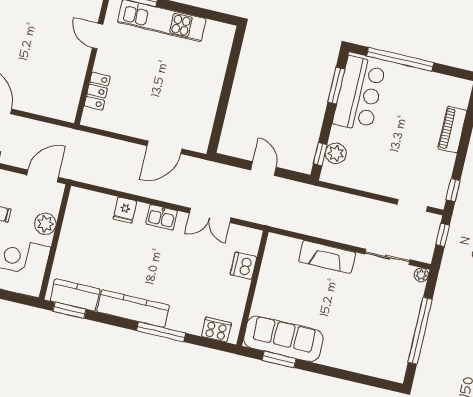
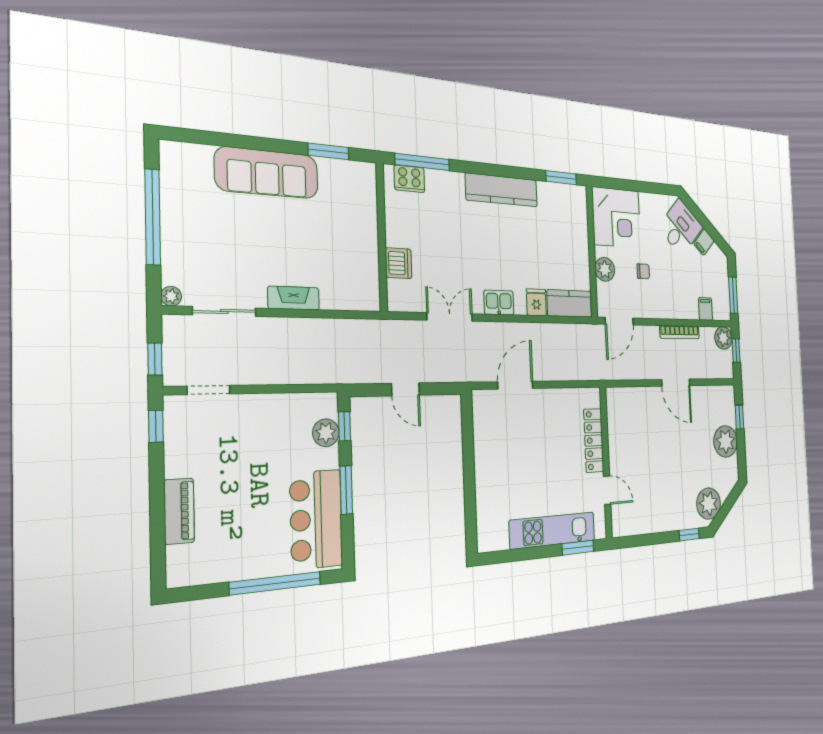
window: (336, 86) -> (346, 490), moved
locker: (97, 91) -> (594, 440), width x1.53
fireplace: (327, 257) -> (294, 298), width x0.73, depth x0.76
kitchen counter: (75, 295) -> (569, 303), moved, turned 180
window: (161, 332) -> (422, 162), moved
sofa: (283, 339) -> (267, 173), moved

